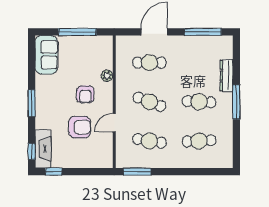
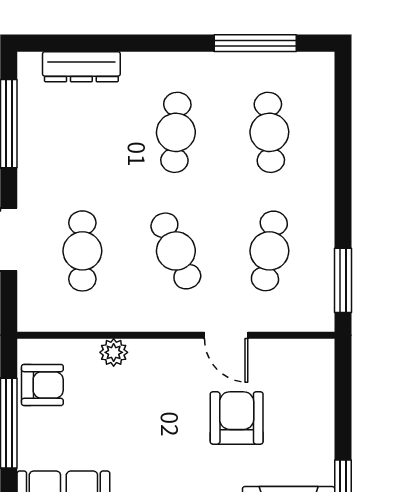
dresser: (226, 76) -> (81, 67), moved
armchair: (85, 94) -> (42, 385), moved
cafe table: (149, 102) -> (176, 251), turned -45
window: (236, 102) -> (255, 43), moved

